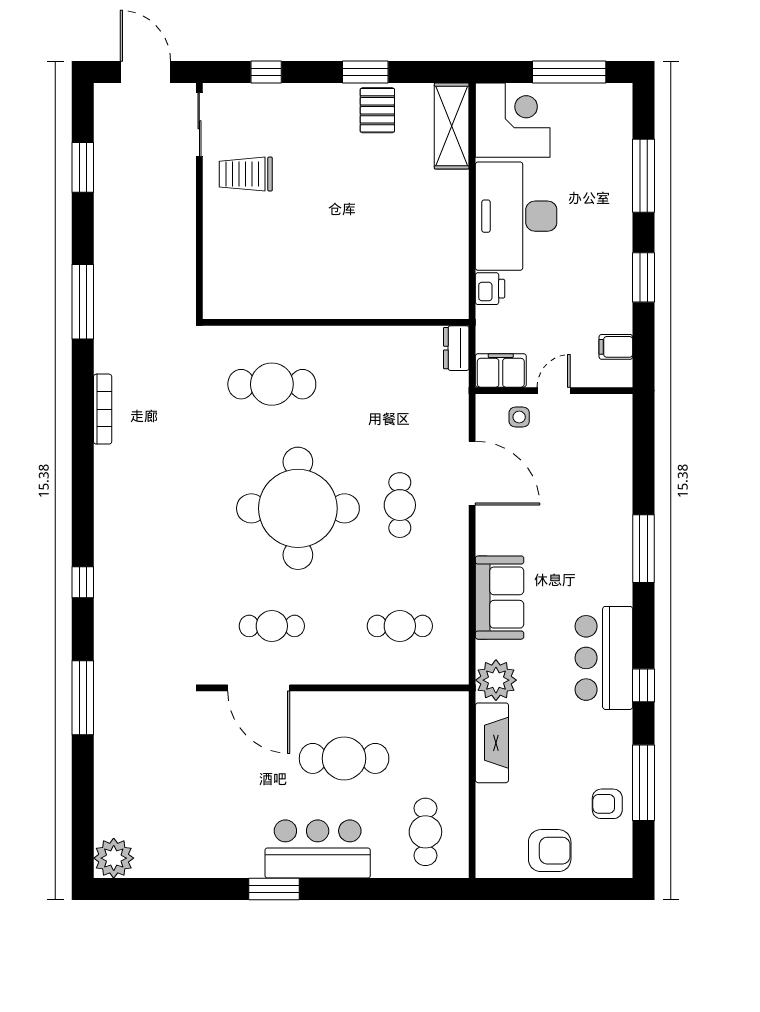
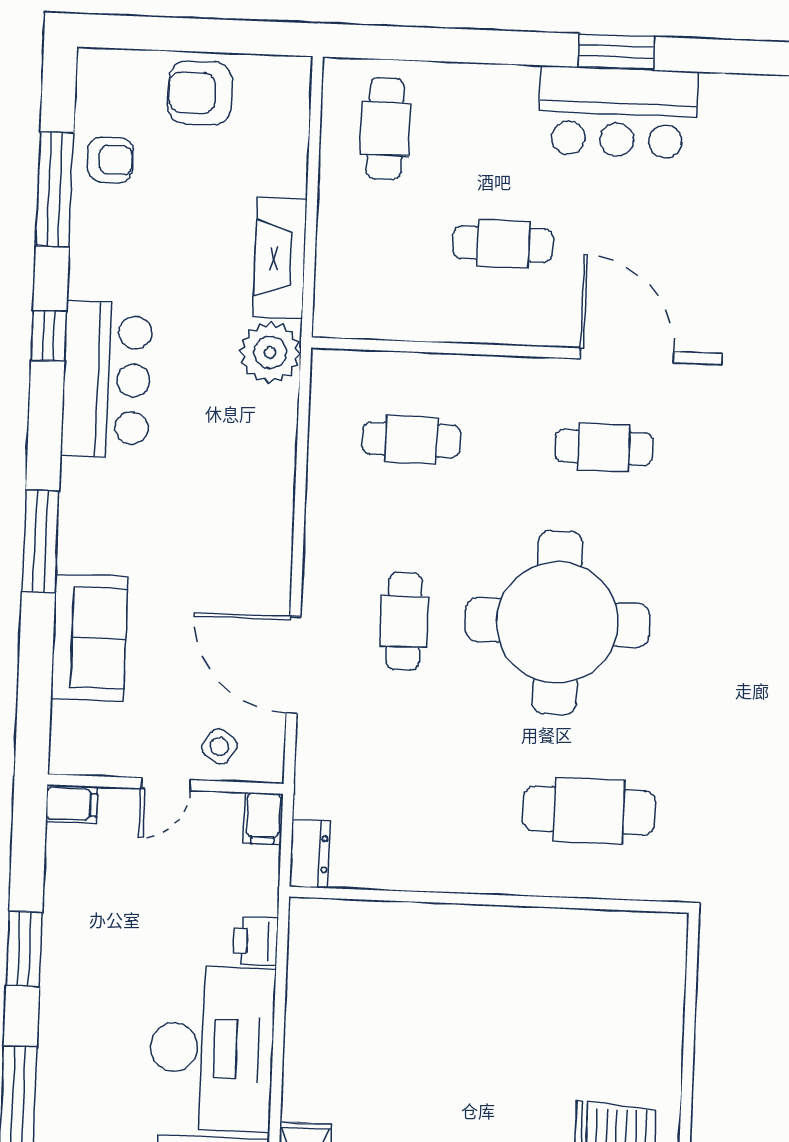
filing cabinet: (616, 347) -> (72, 804), moved
filing cabinet: (501, 370) -> (263, 818), width x0.50
side table: (519, 417) -> (219, 746), turned 33
sofa: (500, 598) -> (89, 638), moved, turned 180
cafe table: (344, 758) -> (503, 244), width x0.73, depth x0.74
bar counter: (318, 849) -> (618, 112), moved

